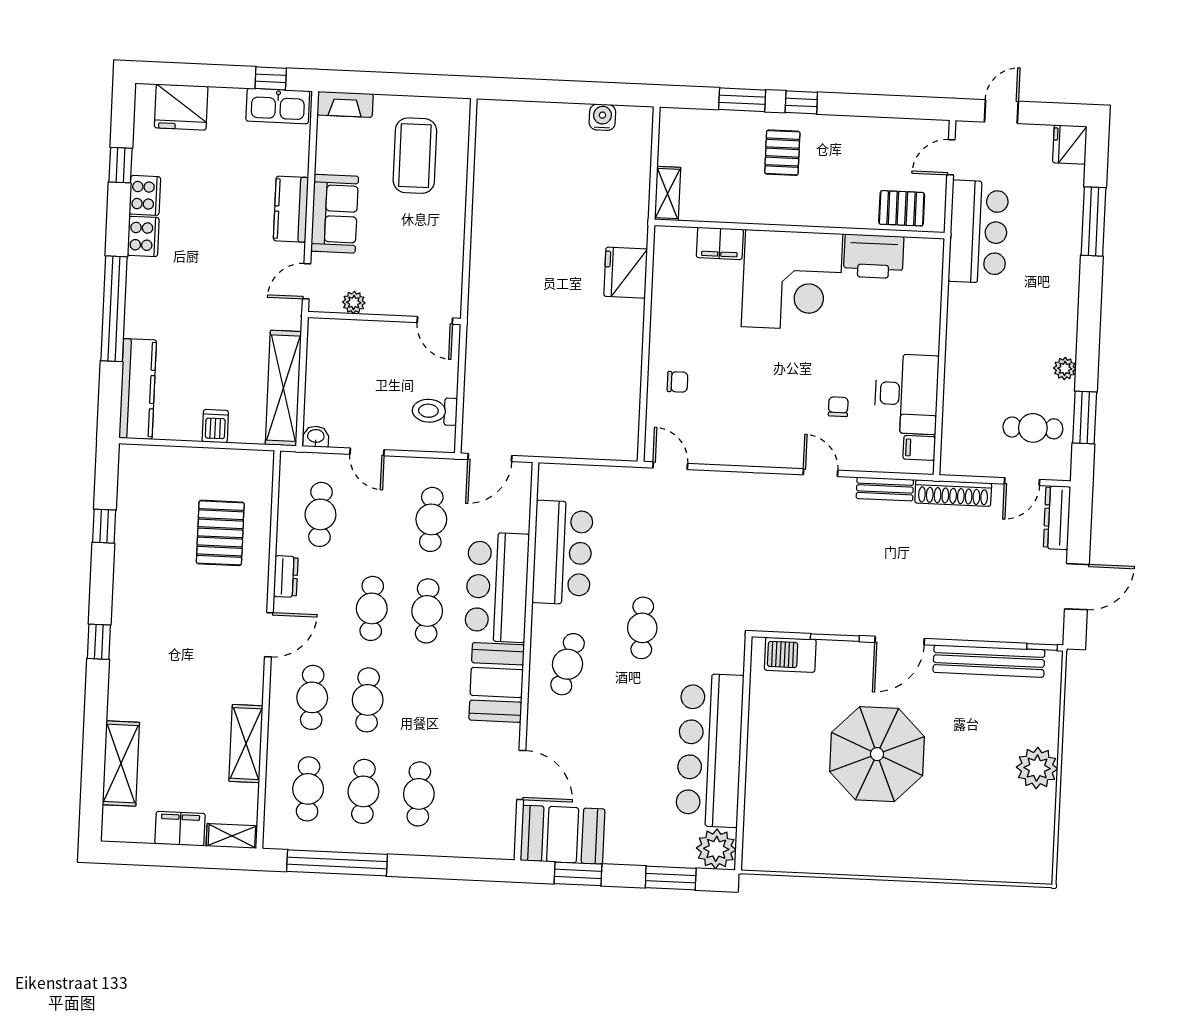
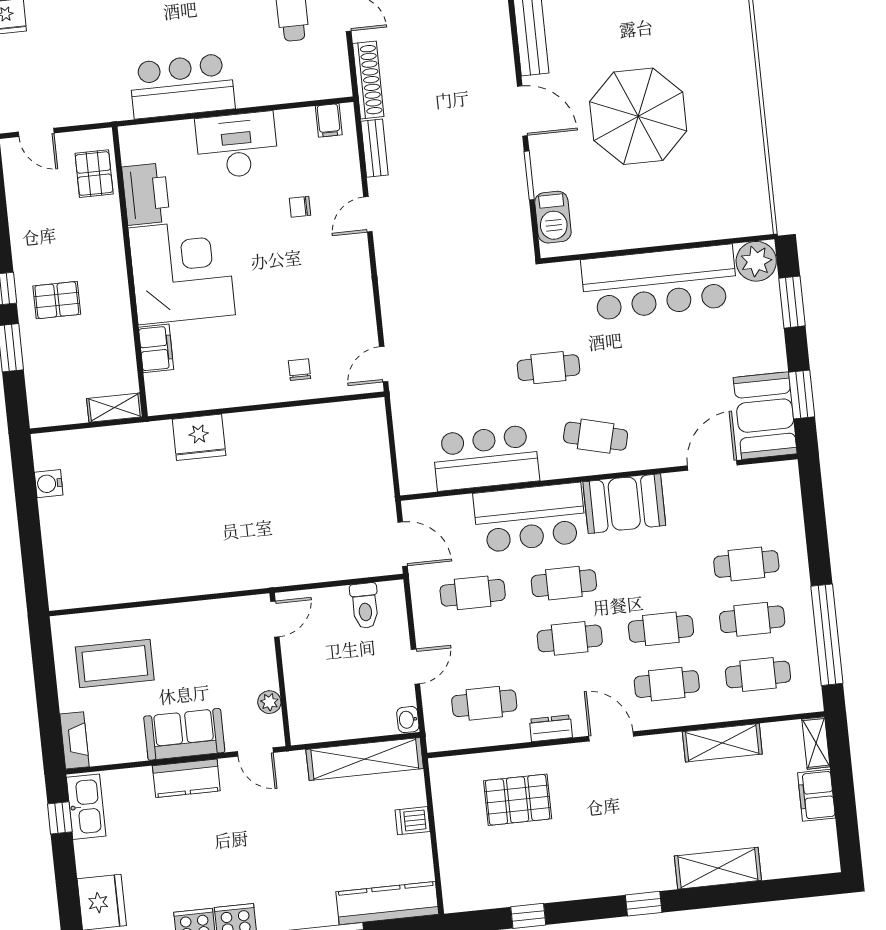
bar counter: (978, 232) -> (182, 86), moved
desk: (906, 394) -> (237, 145), moved
shelving: (121, 764) -> (718, 868), moved

